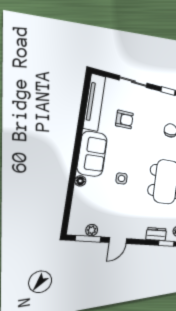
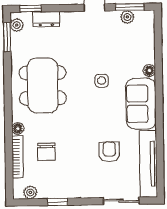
sliding door: (133, 82) -> (121, 201), moved
armchair: (124, 119) -> (109, 152), turned 90

